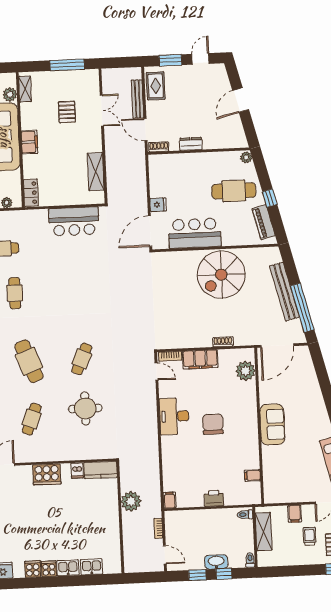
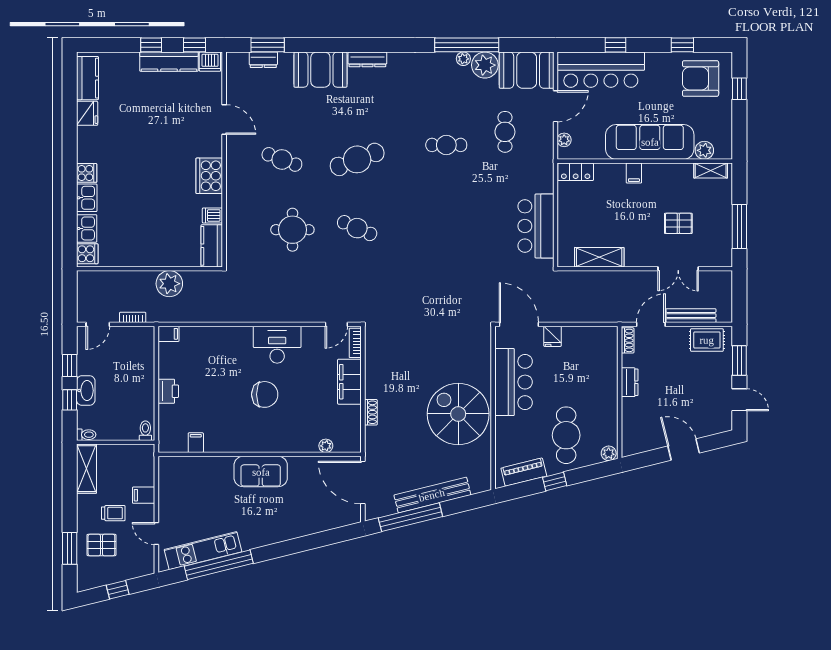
filing cabinet: (30, 142) -> (634, 173), width x0.50
plant: (245, 371) -> (326, 446), width x0.53, depth x0.53
shelving: (264, 532) -> (86, 469), moved, turned 90
cooker: (33, 569) -> (87, 254), moved

